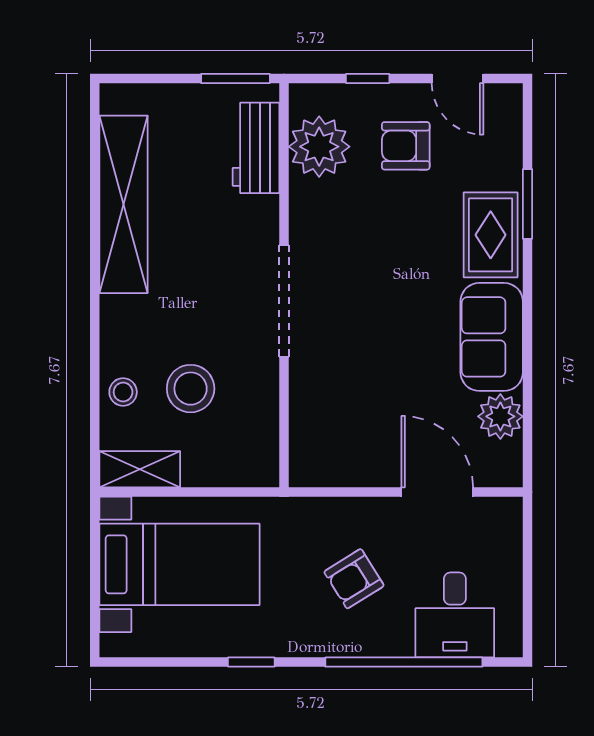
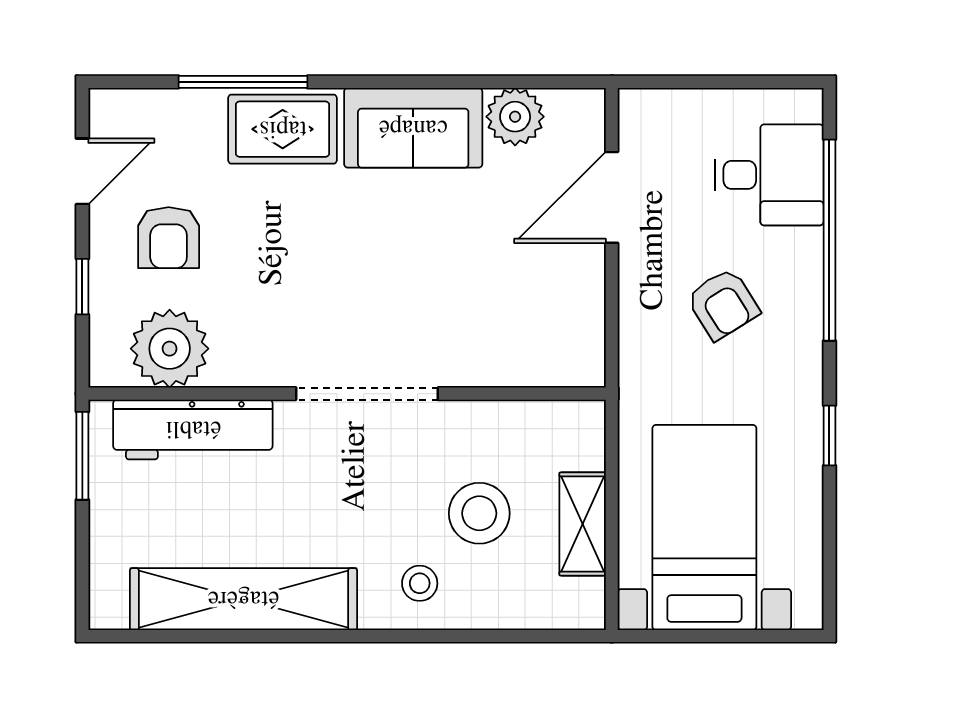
workbench: (256, 148) -> (193, 429), width x1.38
window: (527, 204) -> (243, 82), width x1.44
stool: (123, 392) -> (420, 583), moved
shelving: (140, 469) -> (583, 524), moved

